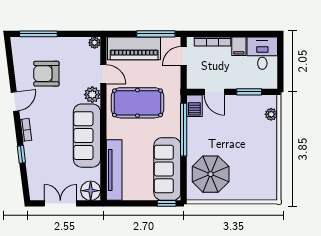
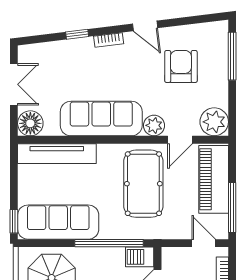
plant: (95, 43) -> (214, 122), width x1.88, depth x1.88

